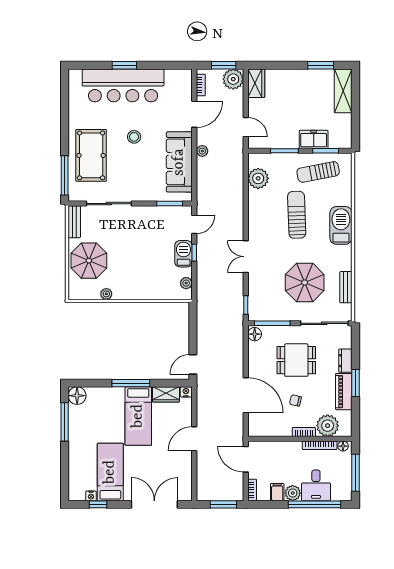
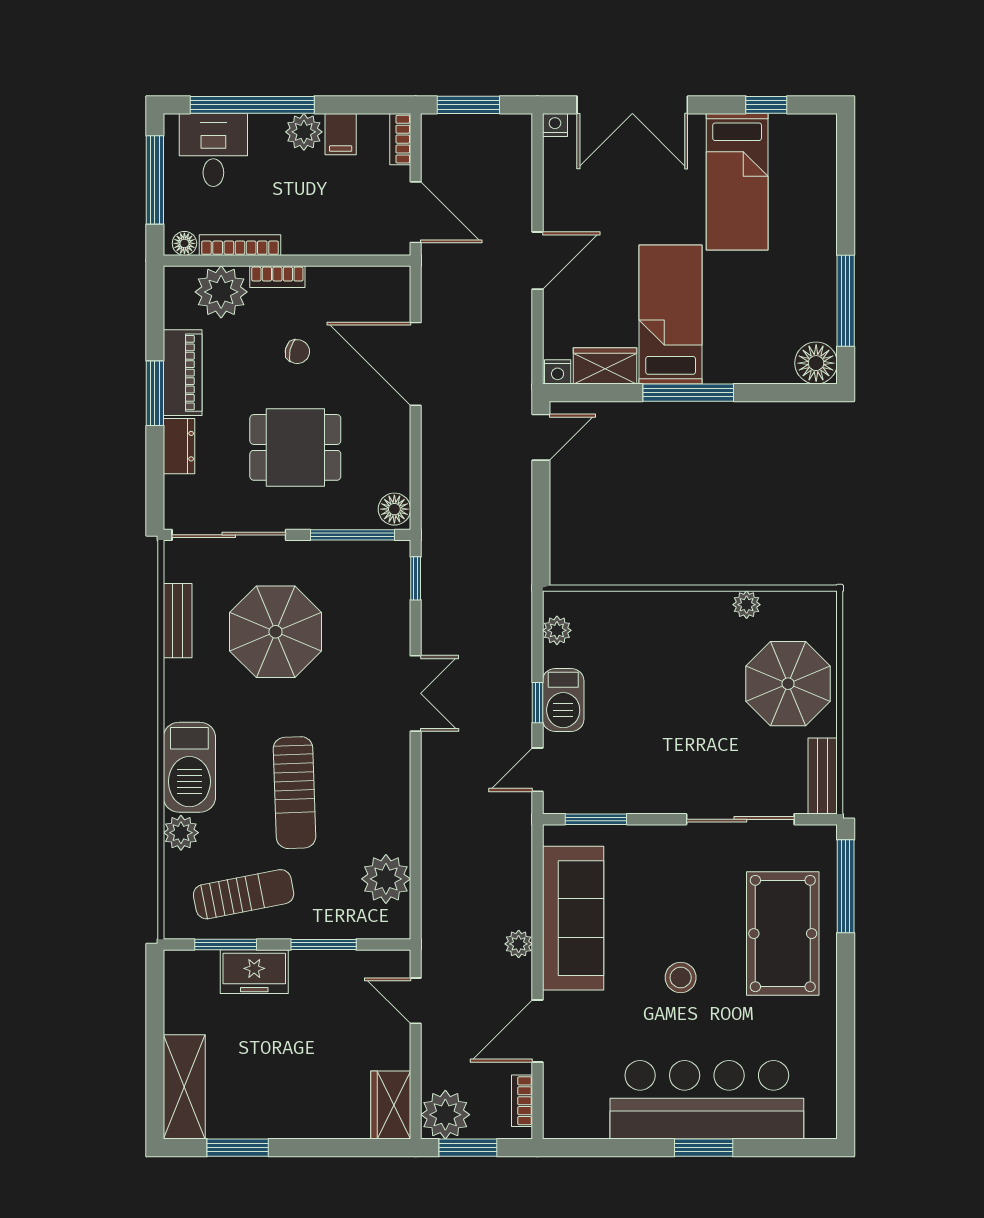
plant: (344, 198) -> (181, 833), added
desk: (316, 485) -> (213, 150), moved
nightstand: (91, 496) -> (555, 125), moved

